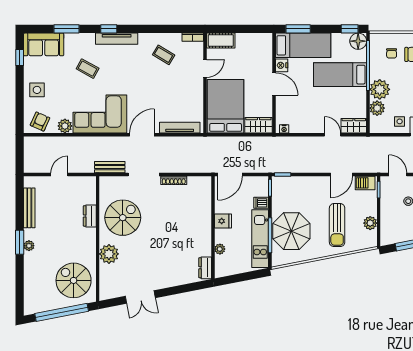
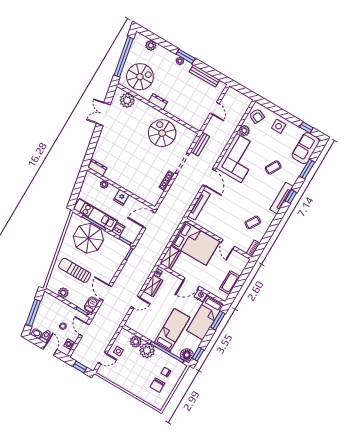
cot: (221, 41) -> (230, 283), moved
wardrobe: (354, 126) -> (153, 286), moved
door: (230, 174) -> (149, 220), hinge flipped
door: (398, 174) -> (84, 330), swing flipped
dresser: (90, 216) -> (158, 102), moved
spiral stairs: (123, 218) -> (162, 133), turned 180
plant: (109, 254) -> (127, 100), moved
plant: (31, 289) -> (151, 45), added

